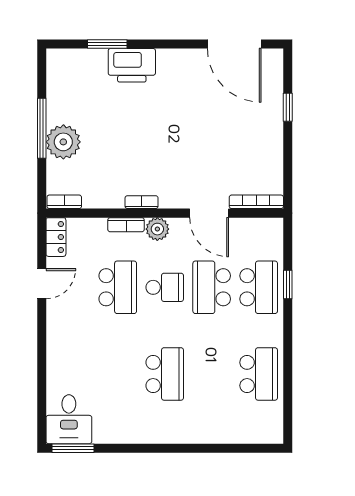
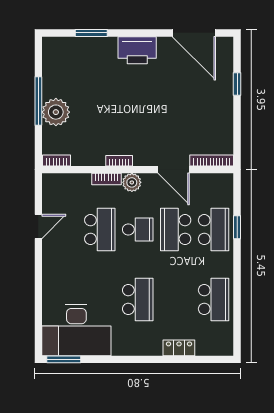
printer: (132, 65) -> (137, 50), moved
locker: (56, 237) -> (179, 348), moved, turned -90
desk: (69, 419) -> (76, 330), width x1.87, depth x1.30

